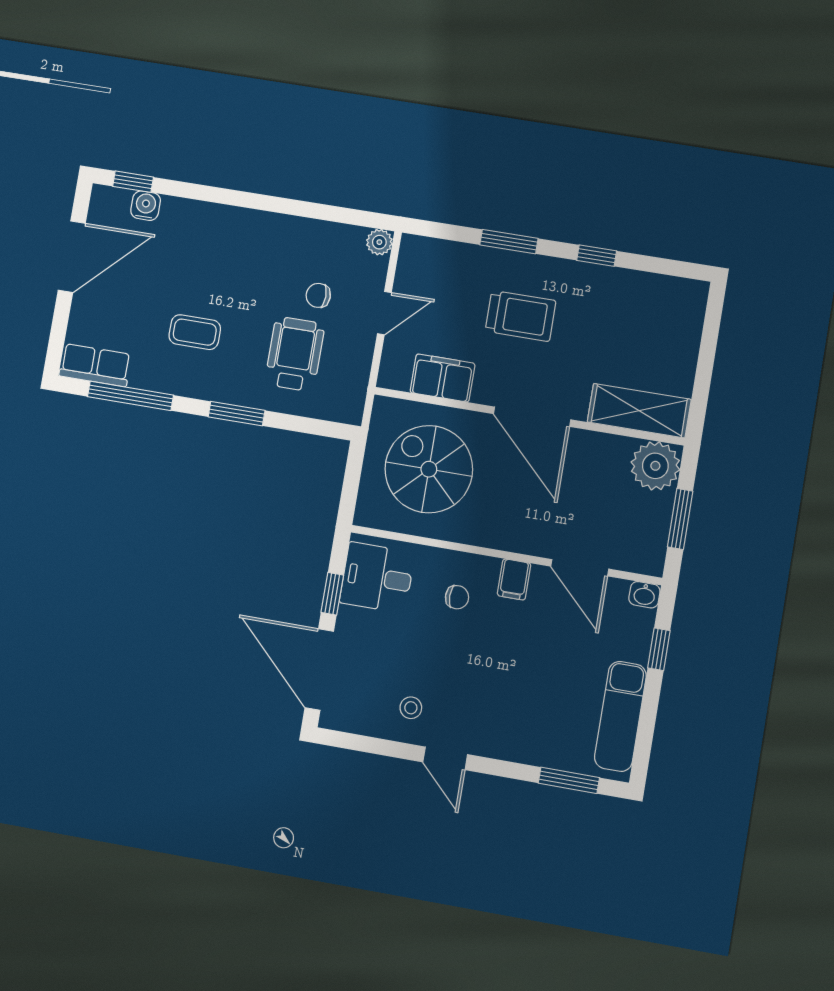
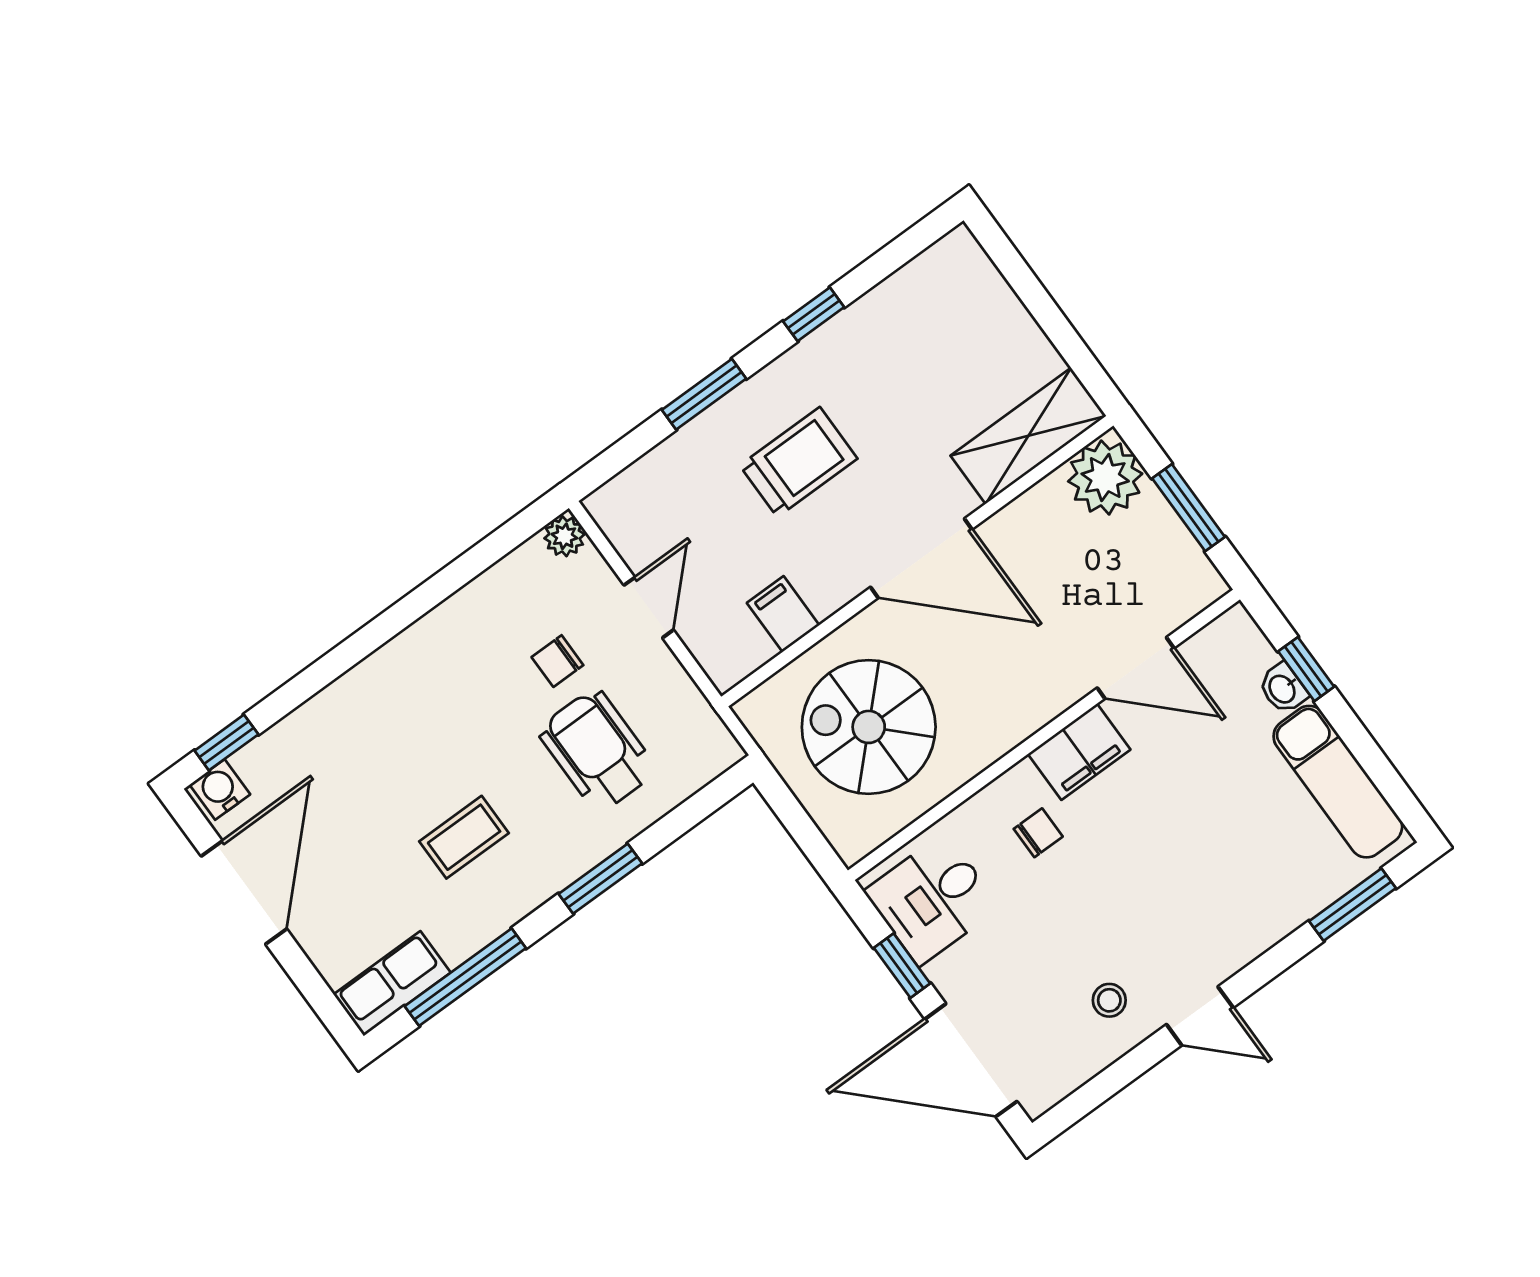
water cooler: (146, 206) -> (220, 789), moved
filing cabinet: (442, 378) -> (783, 614), width x0.50
filing cabinet: (514, 579) -> (1079, 752), width x2.00
washbasin: (644, 595) -> (1283, 688), moved, turned 90

